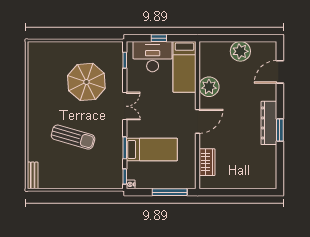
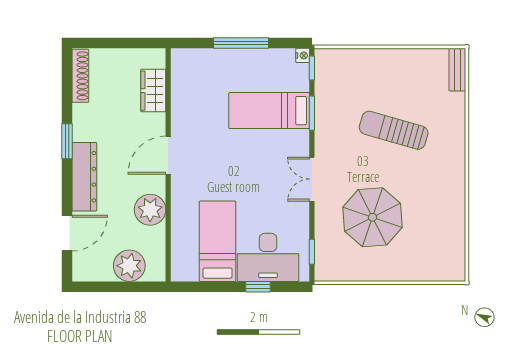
plant: (209, 87) -> (150, 210), moved
wall: (198, 115) -> (168, 165), moved
door: (198, 121) -> (168, 155), moved
dresser: (269, 123) -> (84, 177), moved
wardrobe: (207, 162) -> (153, 91), moved
shoe rack: (271, 171) -> (80, 76), added

